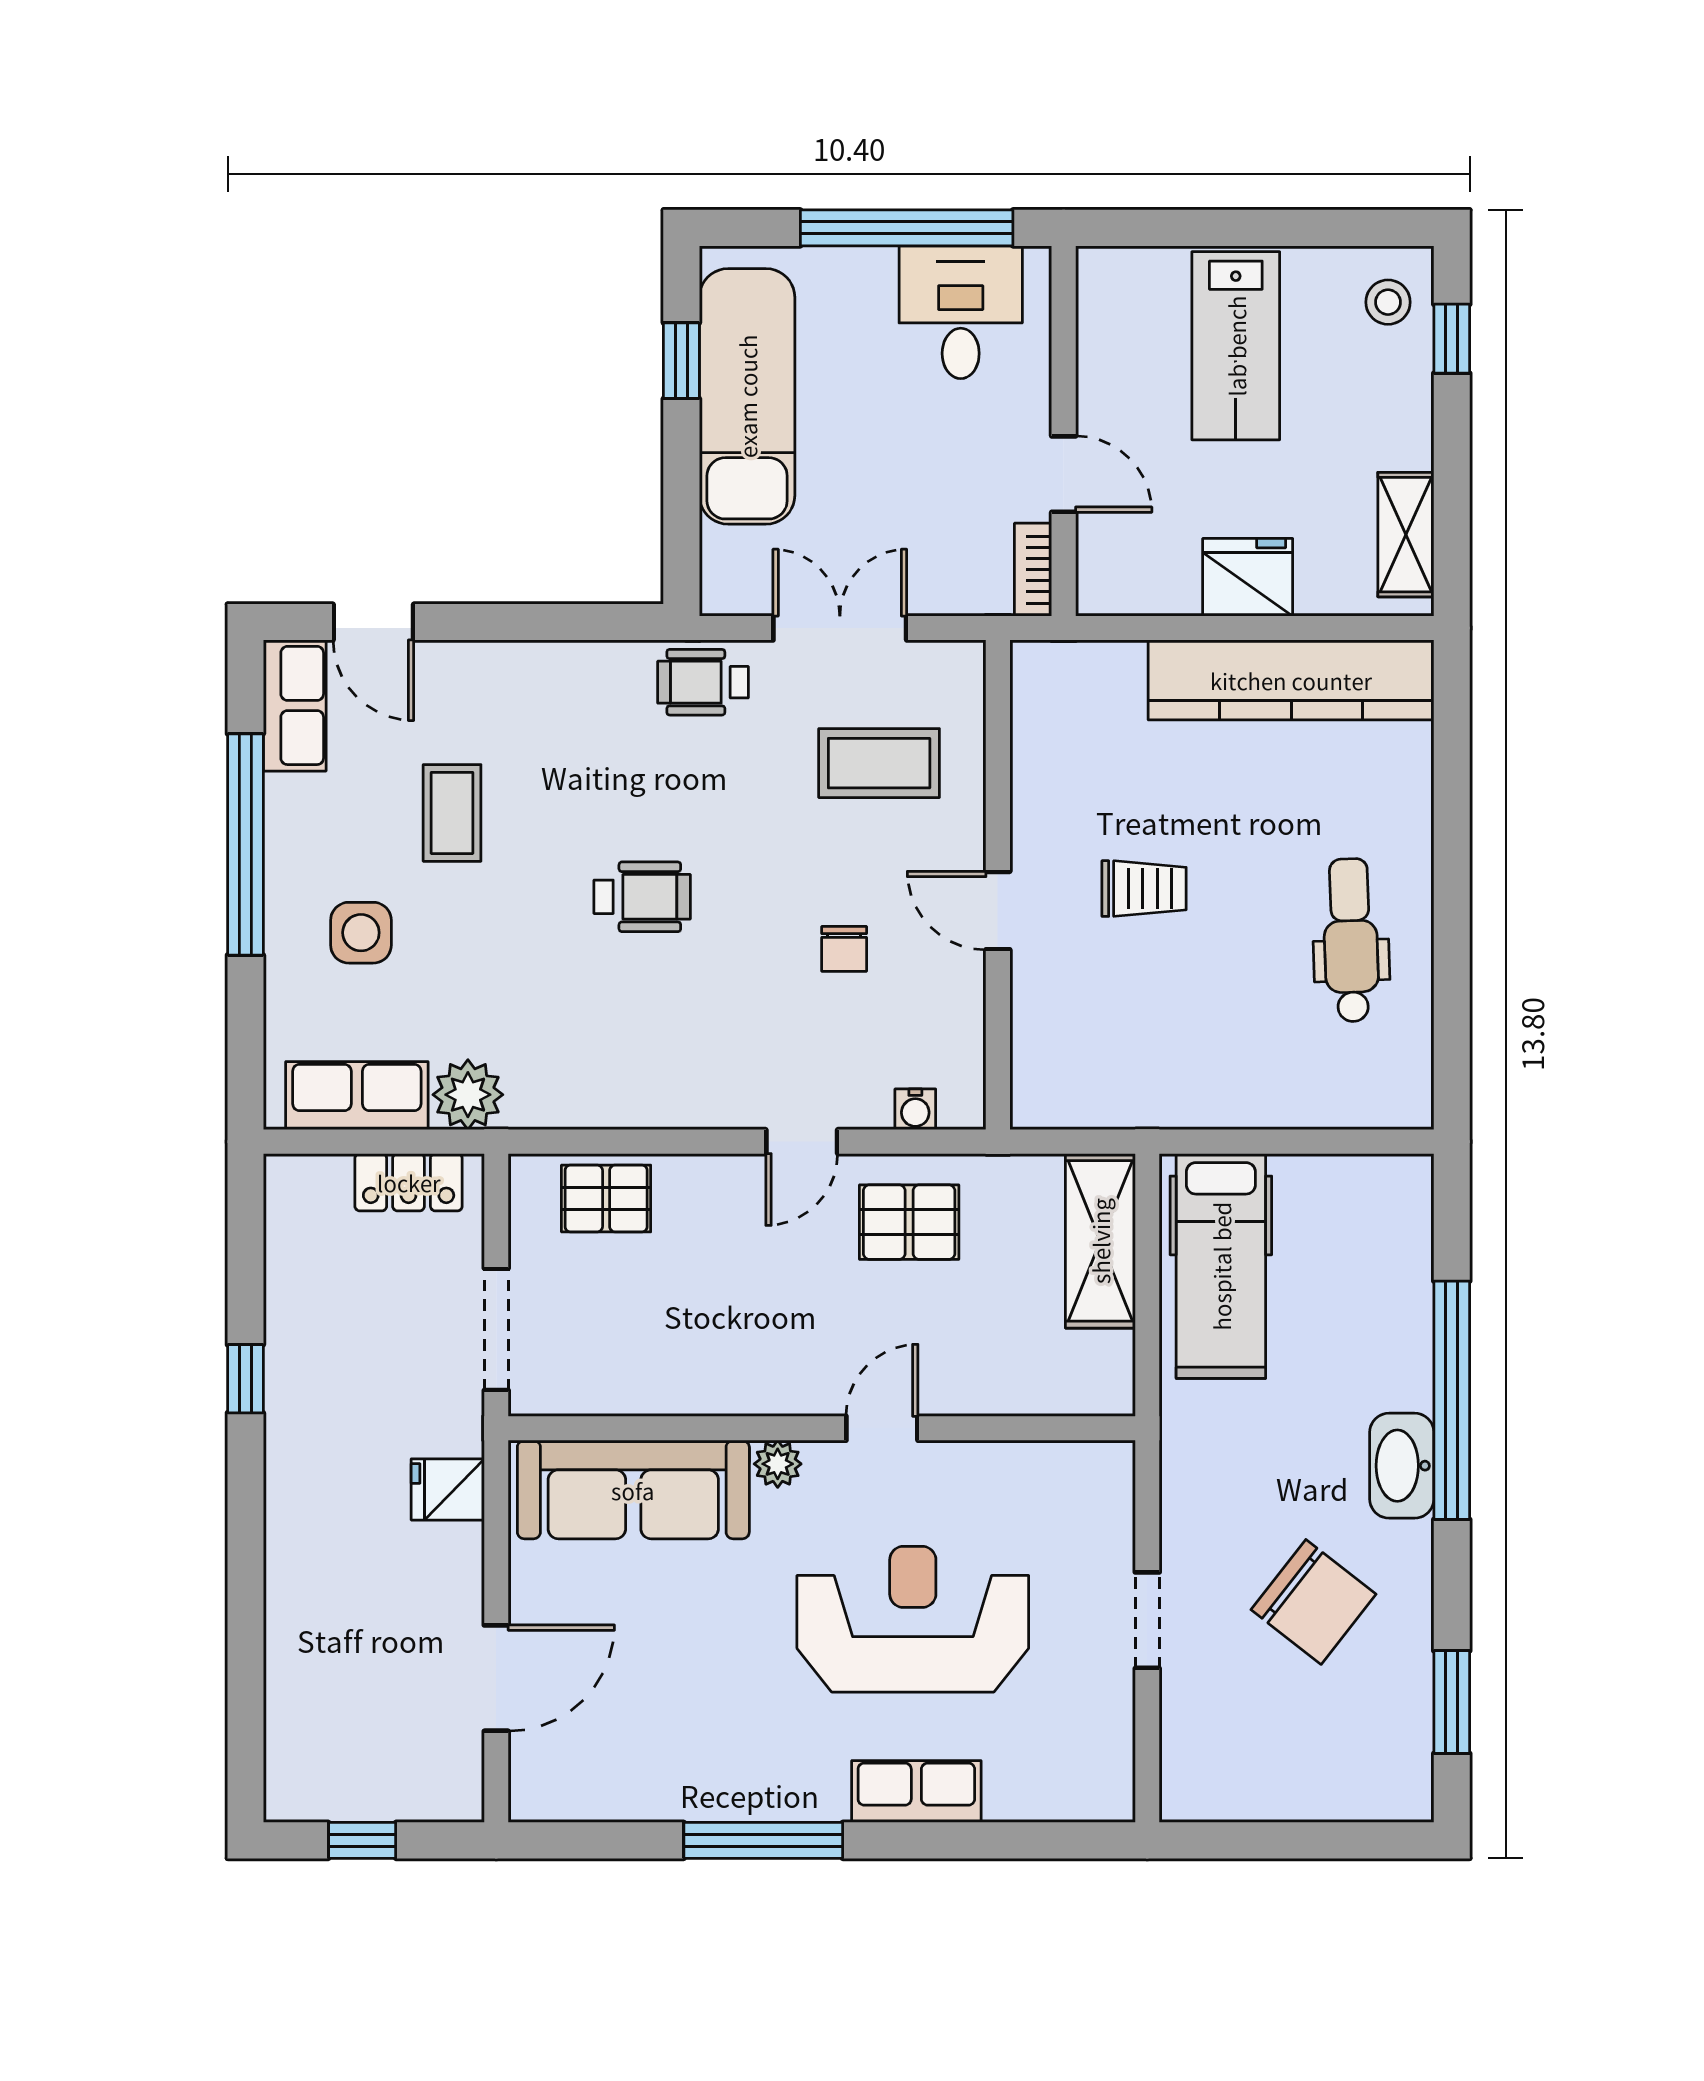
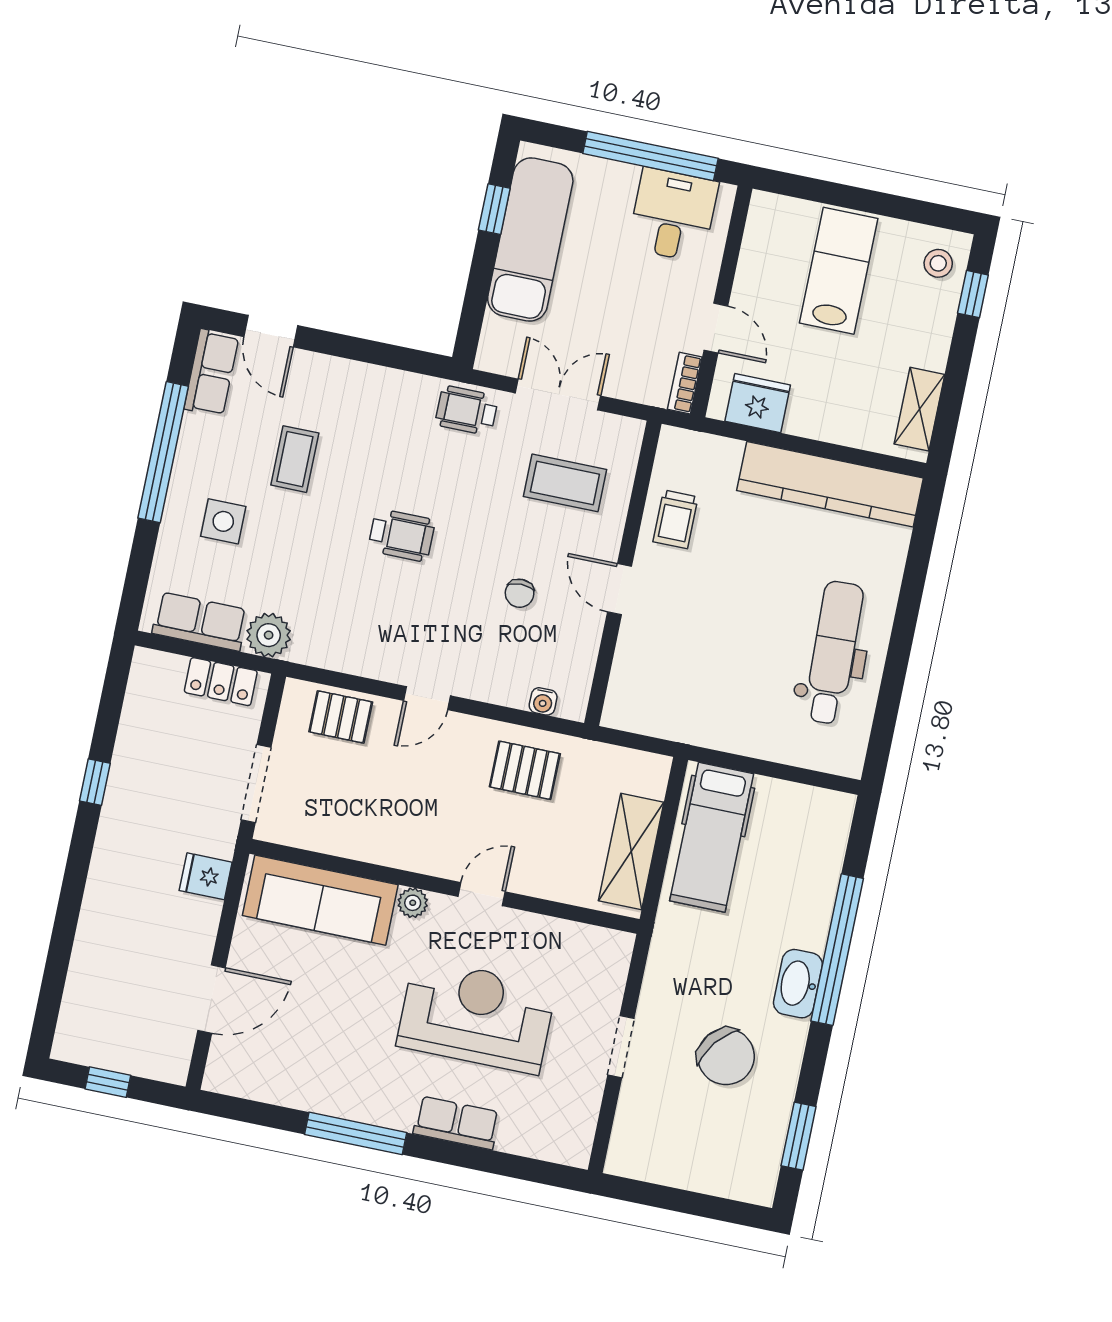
lab bench: (1236, 346) -> (839, 271), turned 180
fridge: (1248, 577) -> (758, 403), moved
trolley: (1144, 889) -> (676, 519), moved, turned 90
dental chair: (1351, 940) -> (834, 653), width x1.36, depth x1.38
door: (802, 1142) -> (427, 698), moved
shelving: (1100, 1241) -> (631, 851), moved

